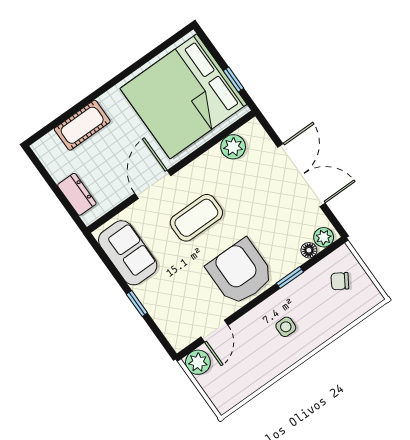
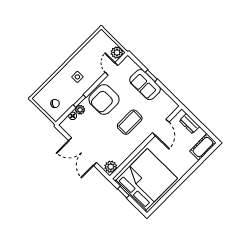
cot: (82, 125) -> (203, 147), moved
plant: (233, 147) -> (111, 167), moved
door: (153, 184) -> (161, 127), moved
plant: (324, 237) -> (80, 110), moved
sofa: (128, 253) -> (145, 85), moved
armchair: (240, 272) -> (104, 99), turned 90

